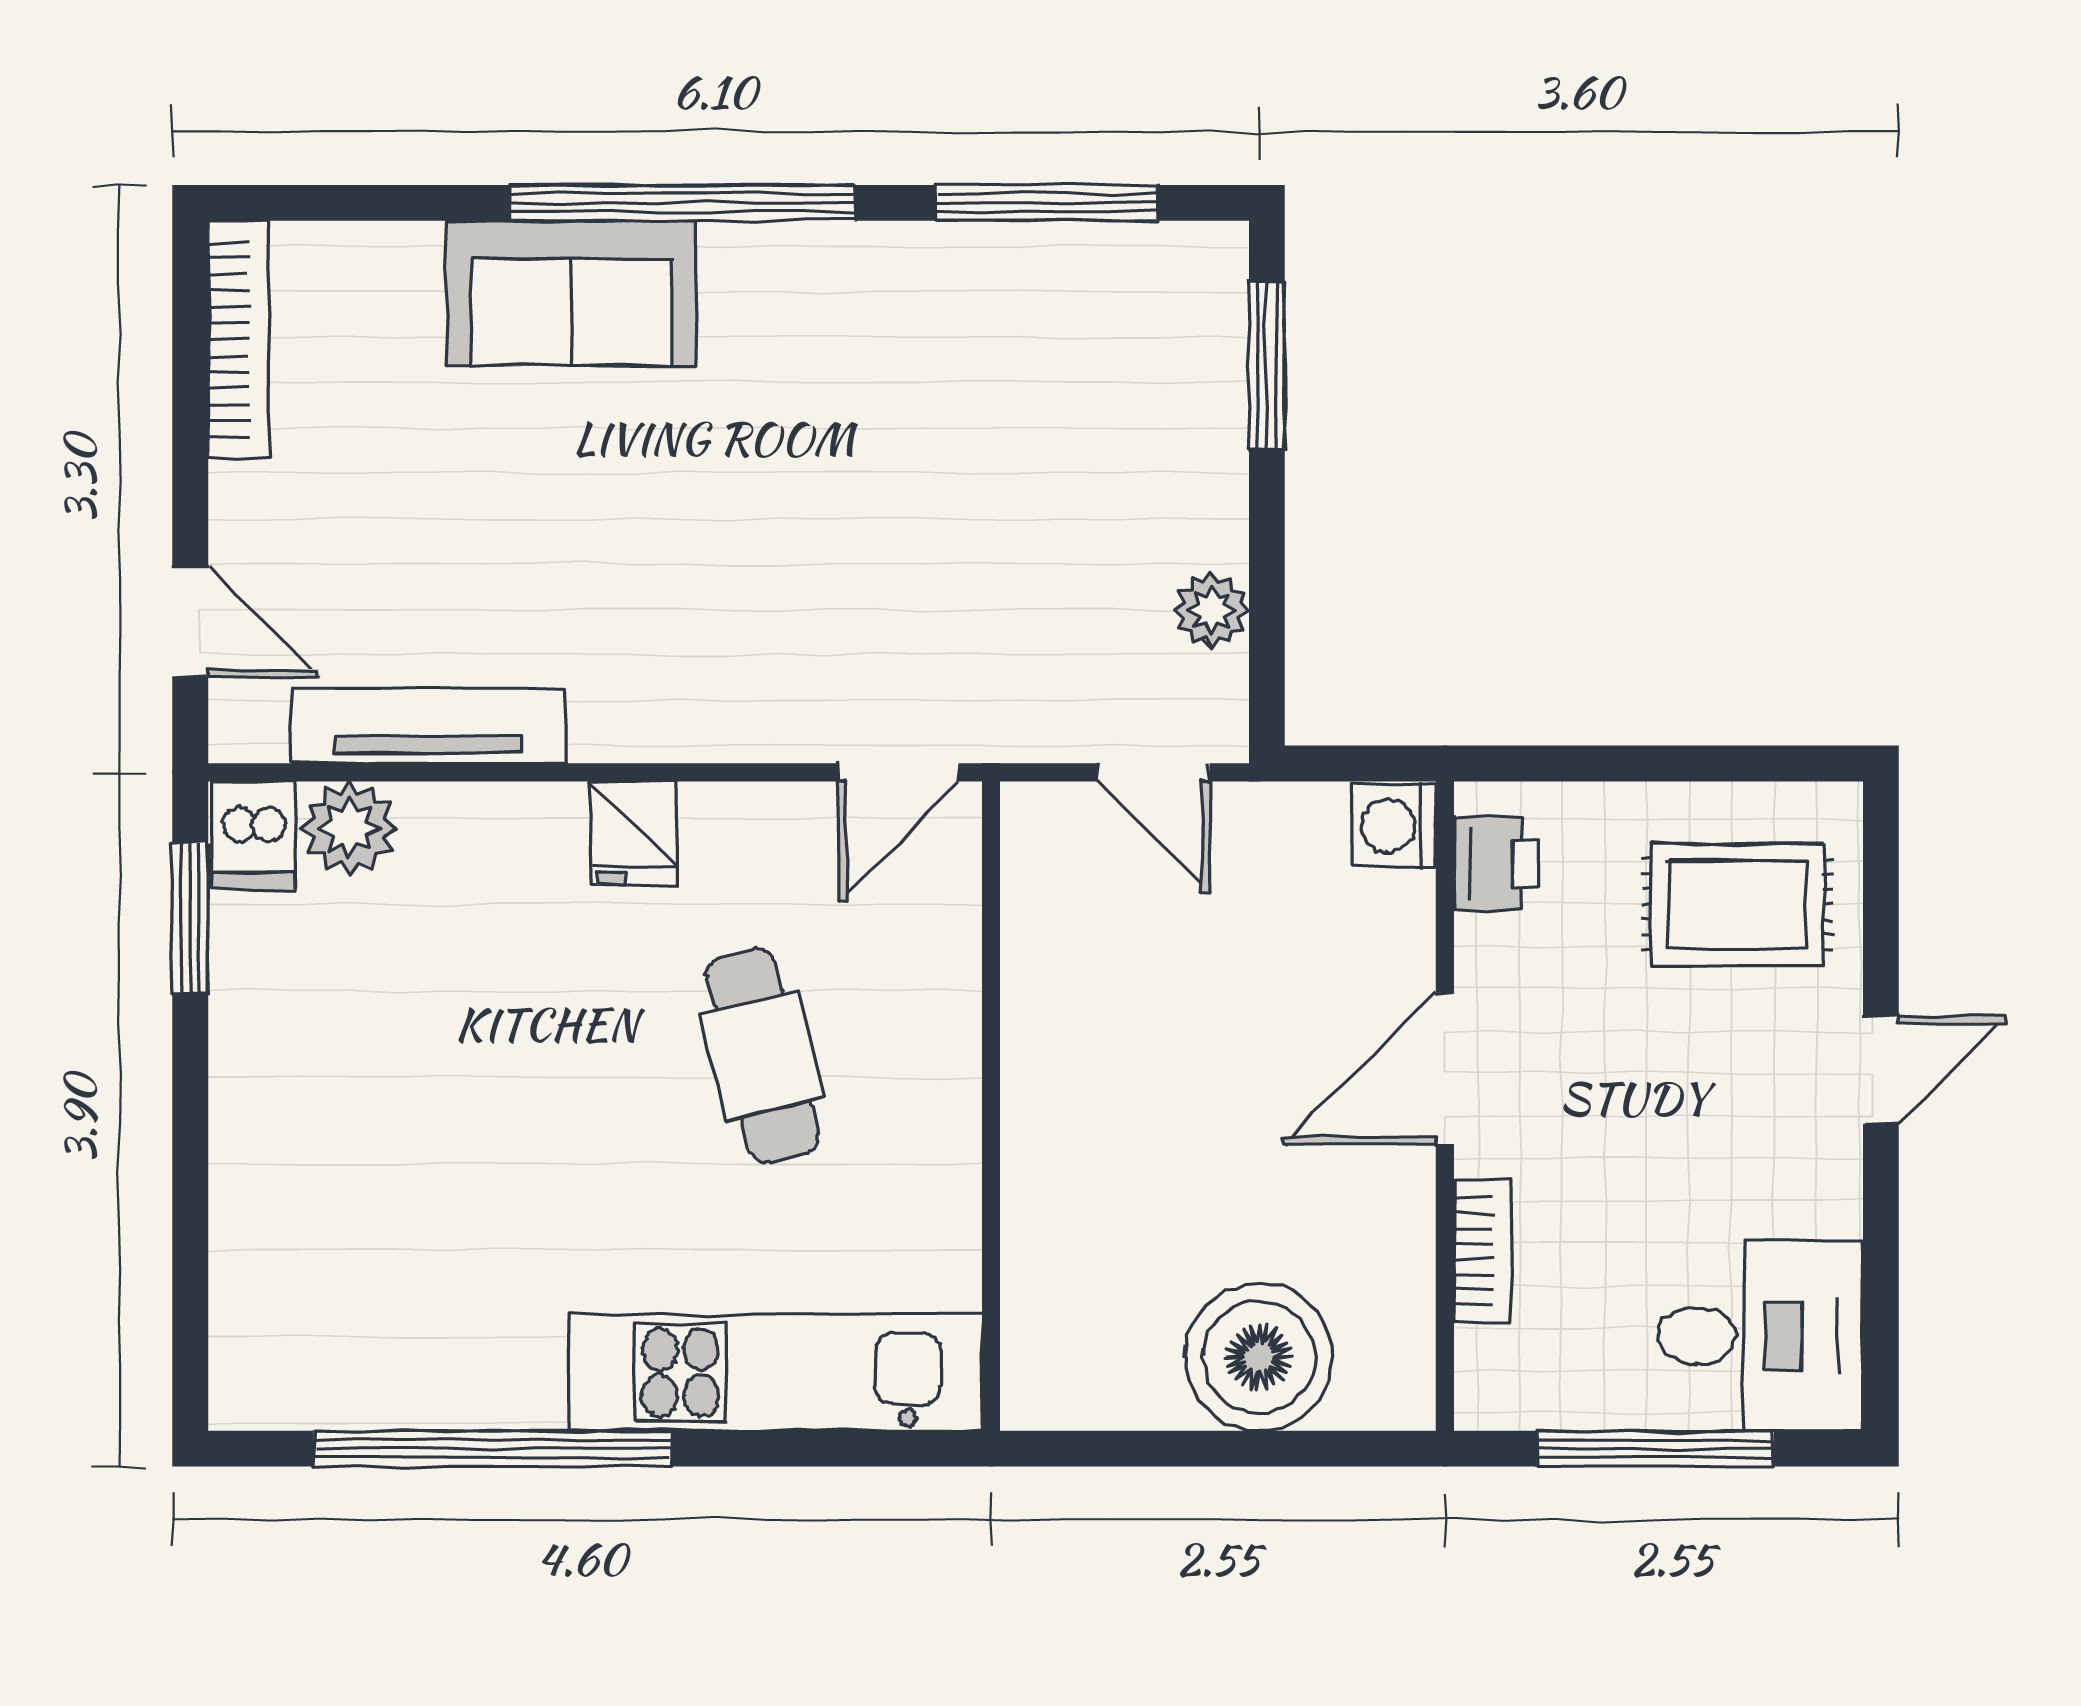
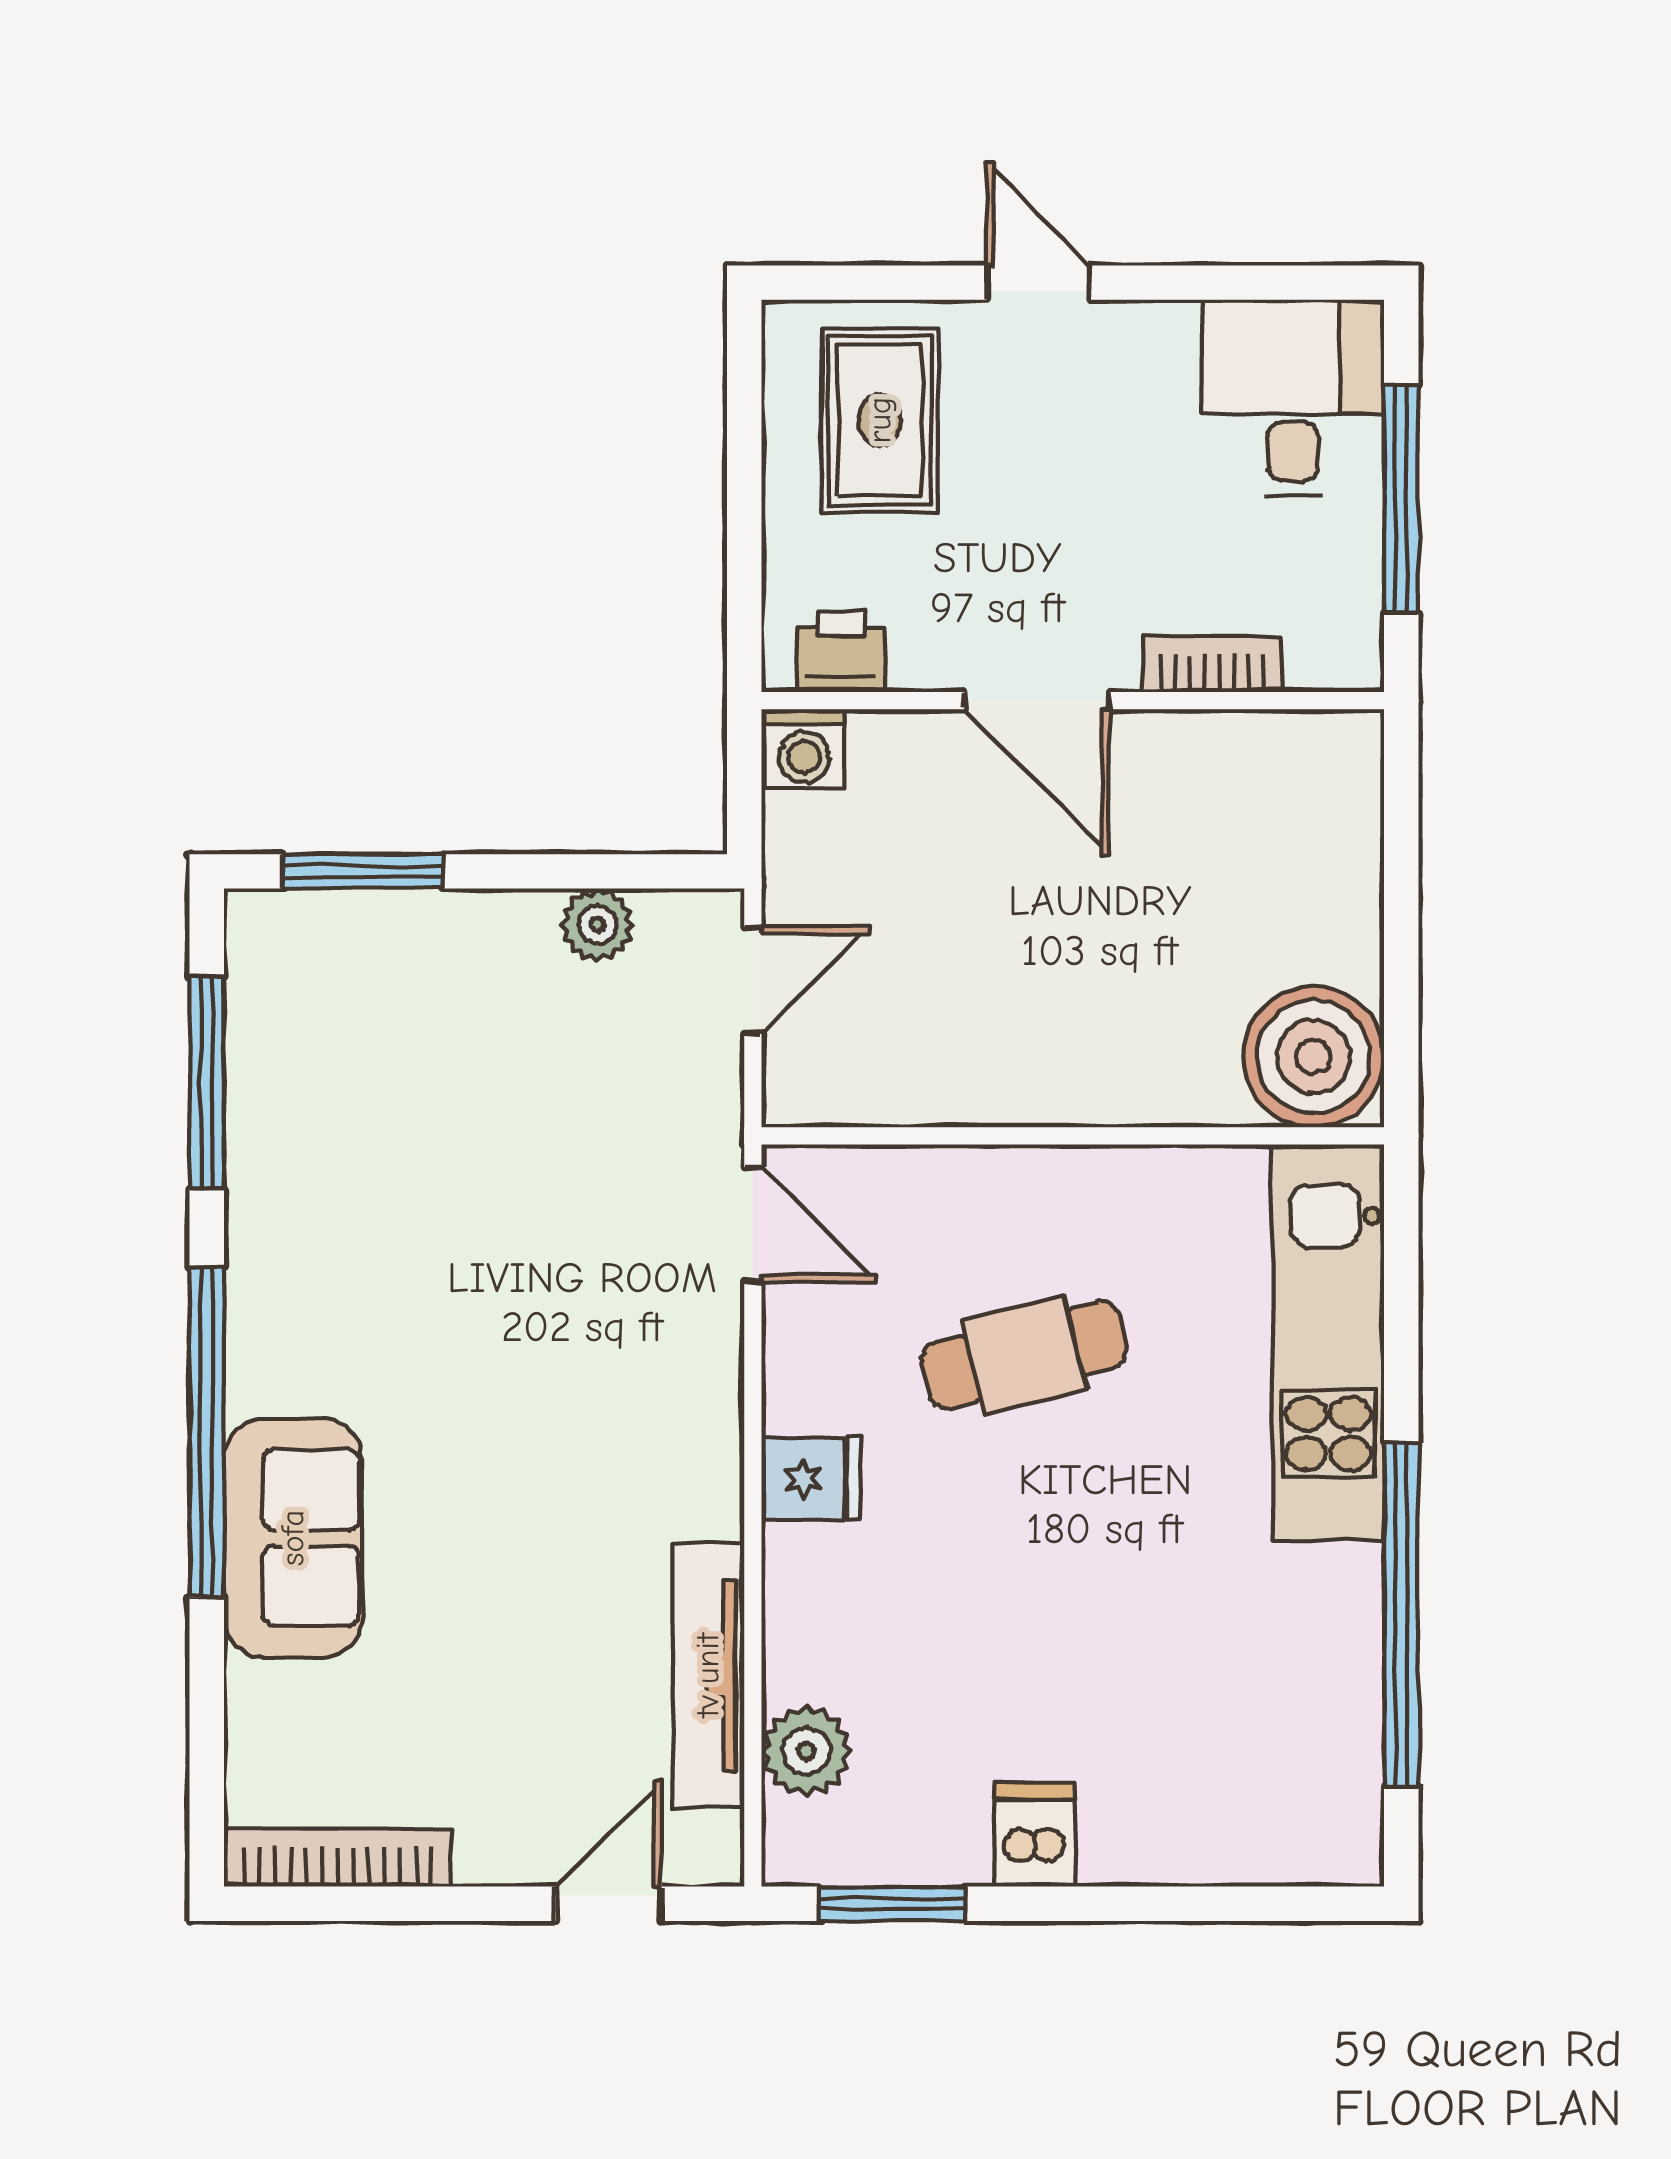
dishwasher: (253, 835) -> (1035, 1835), moved, turned -90
boiler: (1259, 1357) -> (1314, 1057), moved

